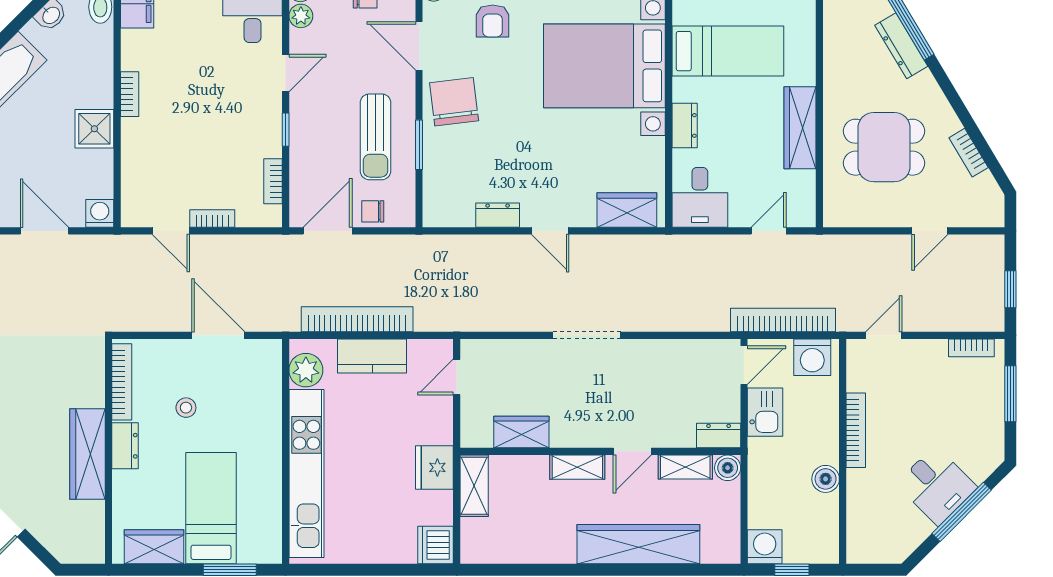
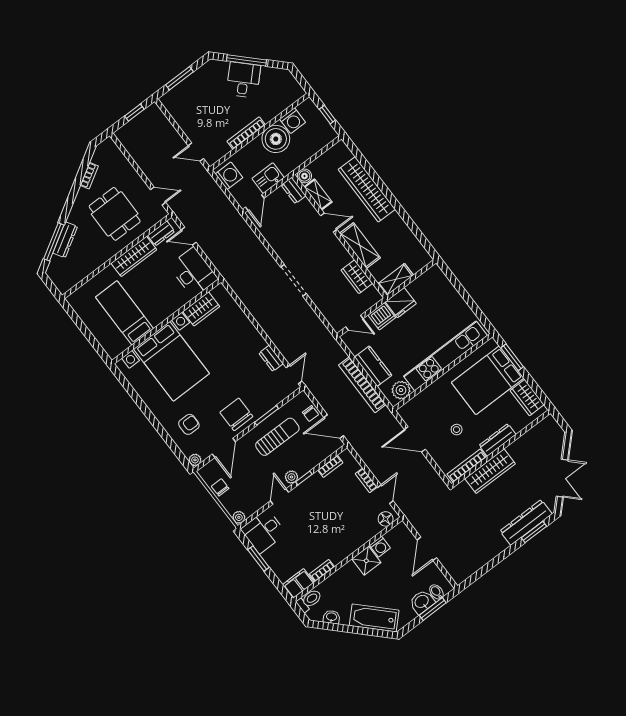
plant: (301, 16) -> (291, 477), moved
door: (286, 73) -> (279, 497), hinge flipped
bookcase: (130, 94) -> (322, 570), moved
chair: (454, 102) -> (236, 414), turned 97
dresser: (685, 125) -> (161, 233), moved, turned 180
desk: (700, 197) -> (193, 272), width x1.37
floor lamp: (134, 204) -> (386, 519), added
wardrobe: (627, 210) -> (201, 309), moved, turned -90
washing machine: (100, 213) -> (380, 547), moved, turned -90
door: (550, 231) -> (294, 374), moved
door: (930, 231) -> (158, 196), moved
bookcase: (783, 320) -> (222, 201), removed
door: (218, 335) -> (415, 439), hinge flipped
bookcase: (971, 348) -> (173, 110), removed
door: (744, 365) -> (255, 203), swing flipped
dresser: (125, 446) -> (497, 440), width x1.44
wardrobe: (87, 454) -> (490, 471), moved
shelving: (577, 467) -> (360, 246), width x1.50, depth x1.33
boiler: (826, 479) -> (276, 139), width x1.86, depth x1.86
bed: (211, 508) -> (488, 380), width x1.50
dishwasher: (436, 545) -> (382, 316), moved
washing machine: (765, 547) -> (293, 121), moved, turned -90

